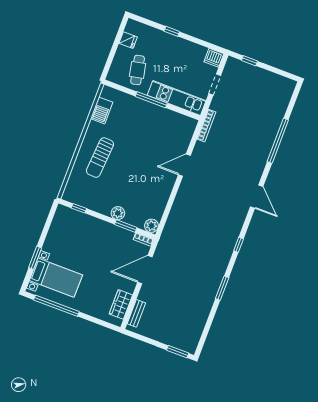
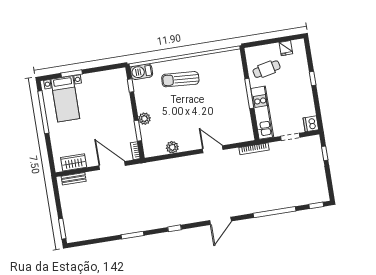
window: (294, 97) -> (316, 205), added
barbecue: (102, 110) -> (142, 72), moved
plant: (151, 226) -> (172, 147), moved

